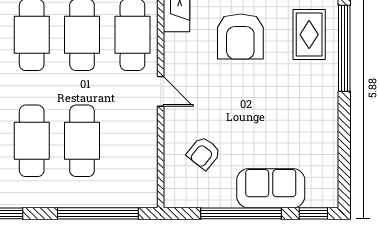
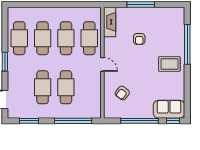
rug: (309, 35) -> (169, 64), moved, turned 90
armchair: (240, 36) -> (139, 39), width x0.53, depth x0.53
sofa: (271, 188) -> (169, 109), moved

